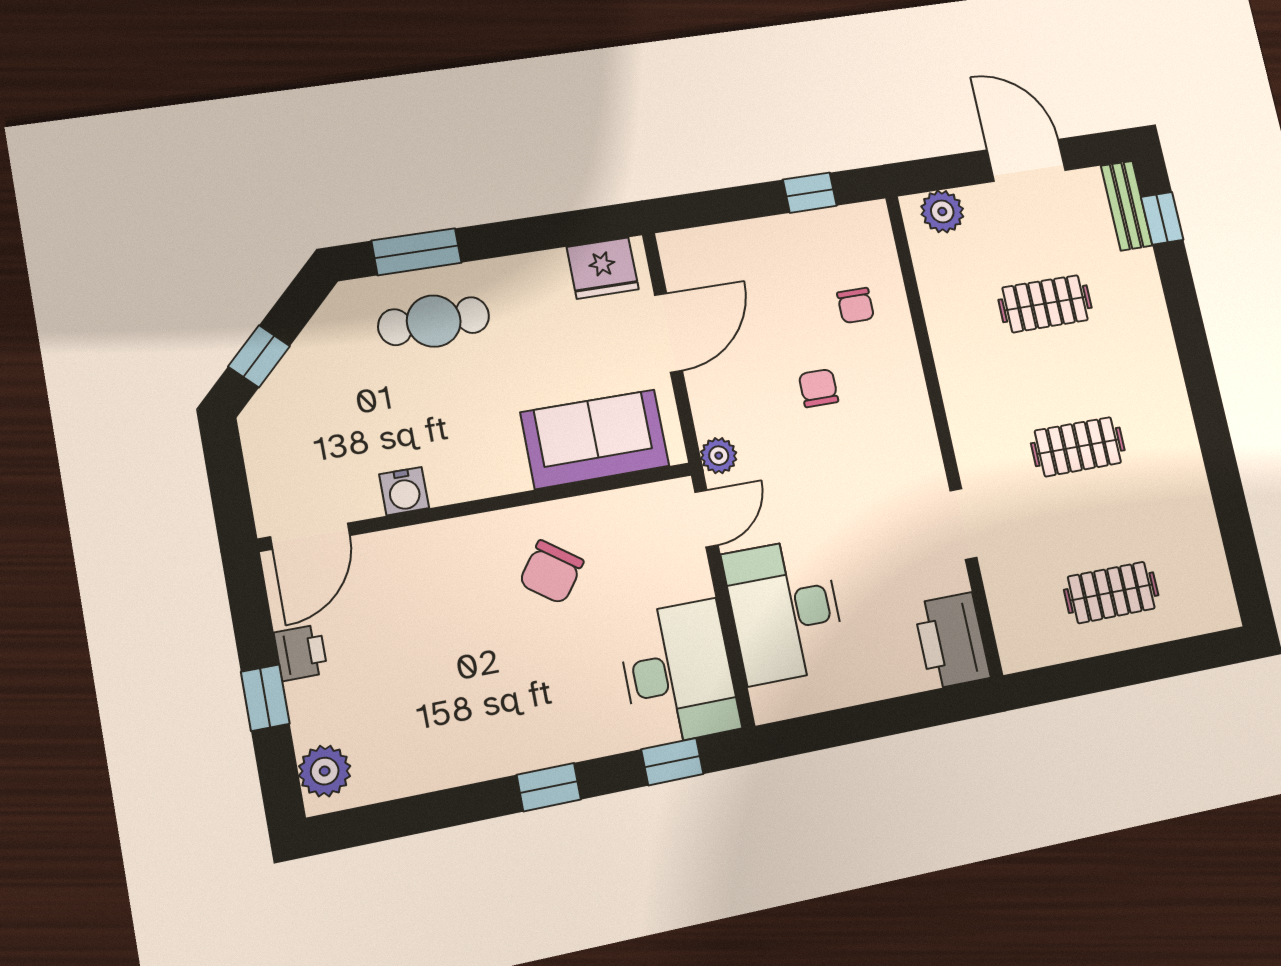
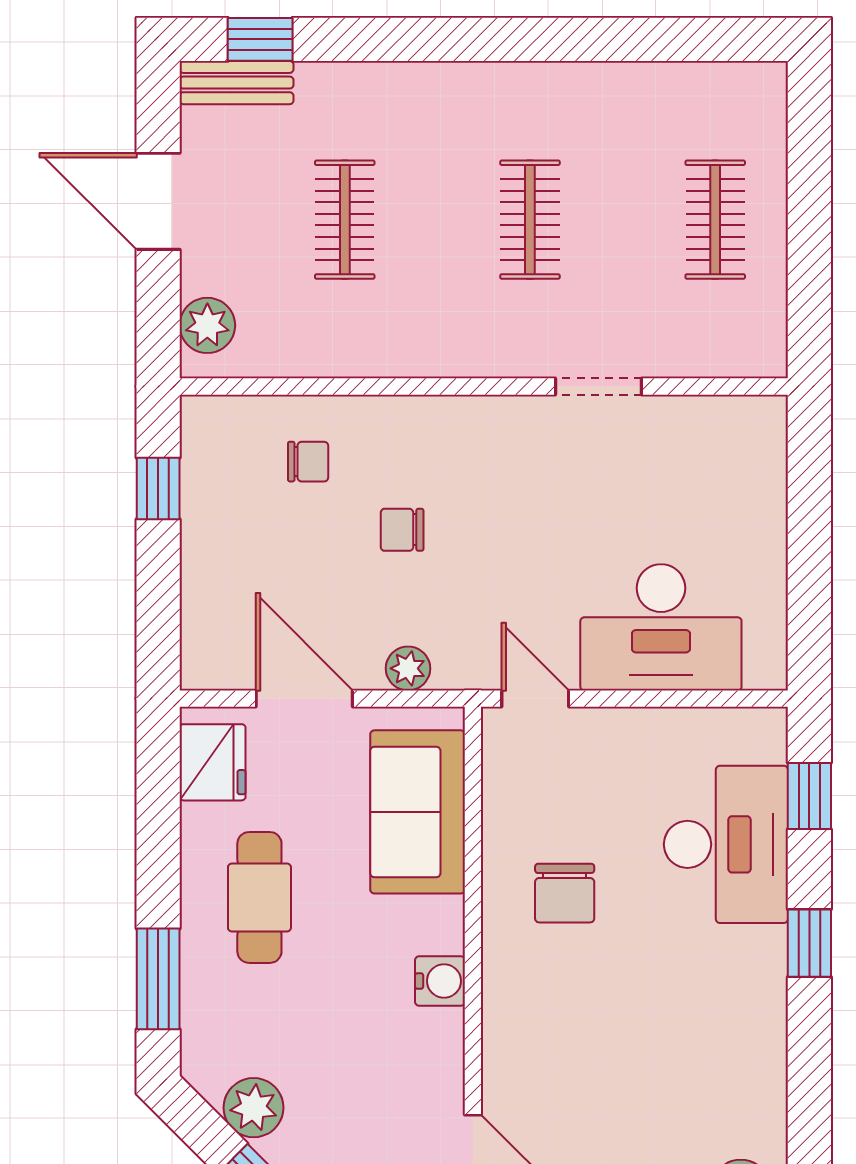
door: (1026, 160) -> (158, 201), hinge flipped
cafe table: (434, 321) -> (259, 897), moved
plant: (322, 346) -> (254, 1108), added
plant: (719, 456) -> (408, 668), moved
water cooler: (404, 491) -> (440, 981), moved
chair: (551, 572) -> (565, 893), turned 54
printer: (952, 641) -> (735, 433), removed
desk: (678, 673) -> (726, 844), moved, turned 90

